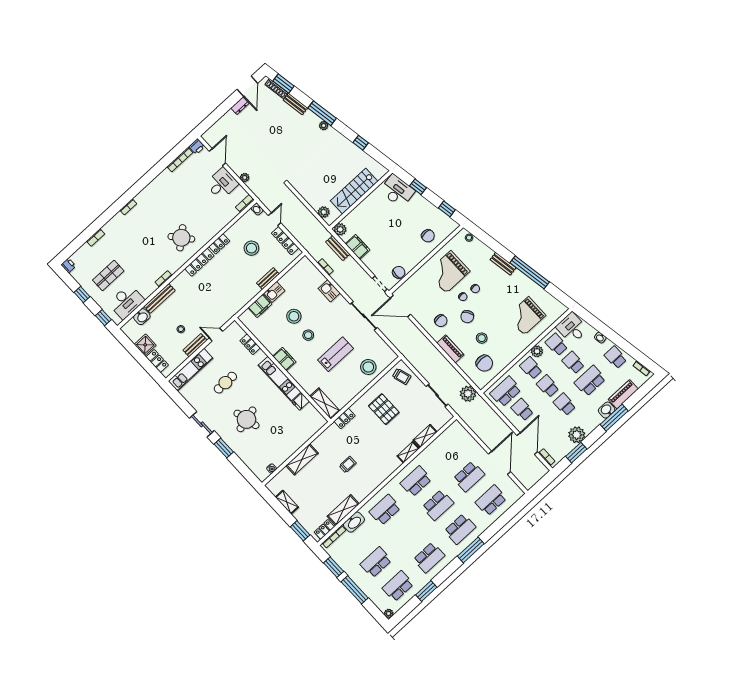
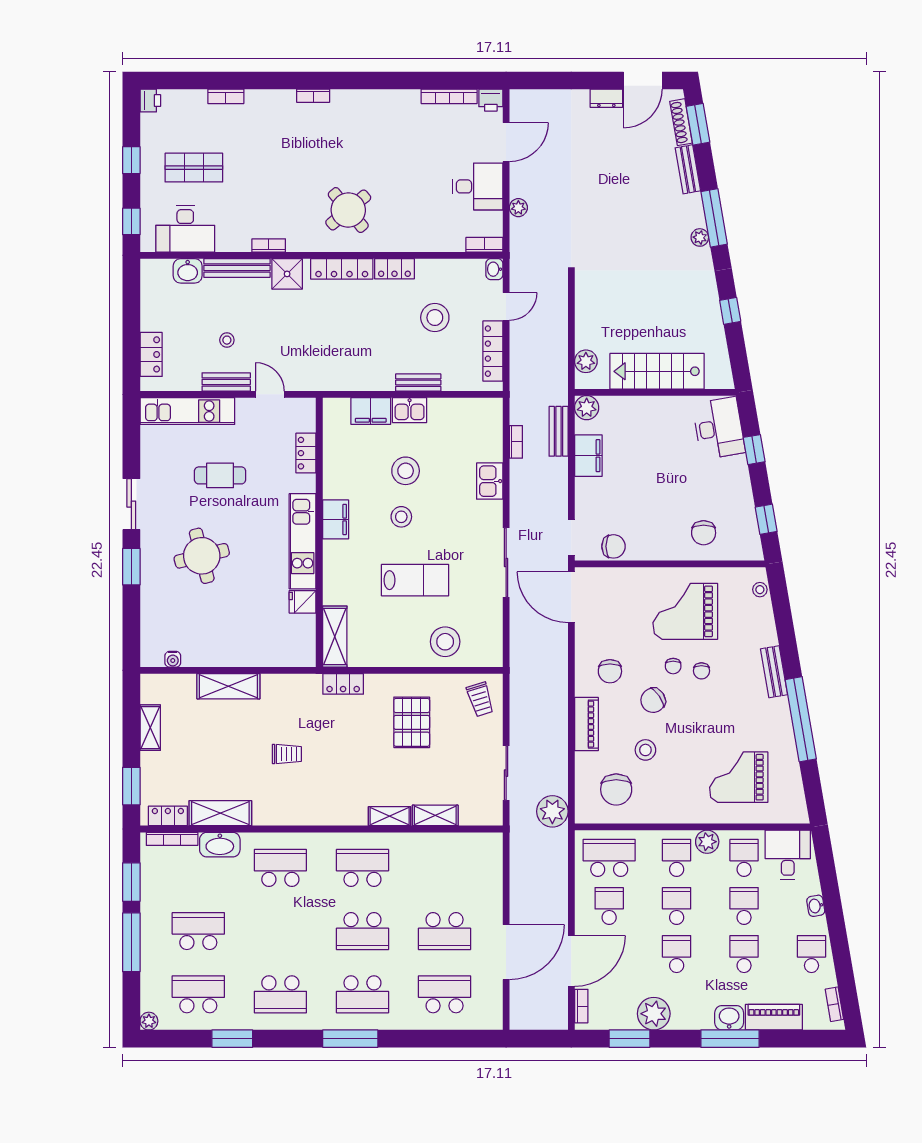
shower: (145, 345) -> (287, 274), moved
school desk: (590, 381) -> (744, 954), width x0.54

